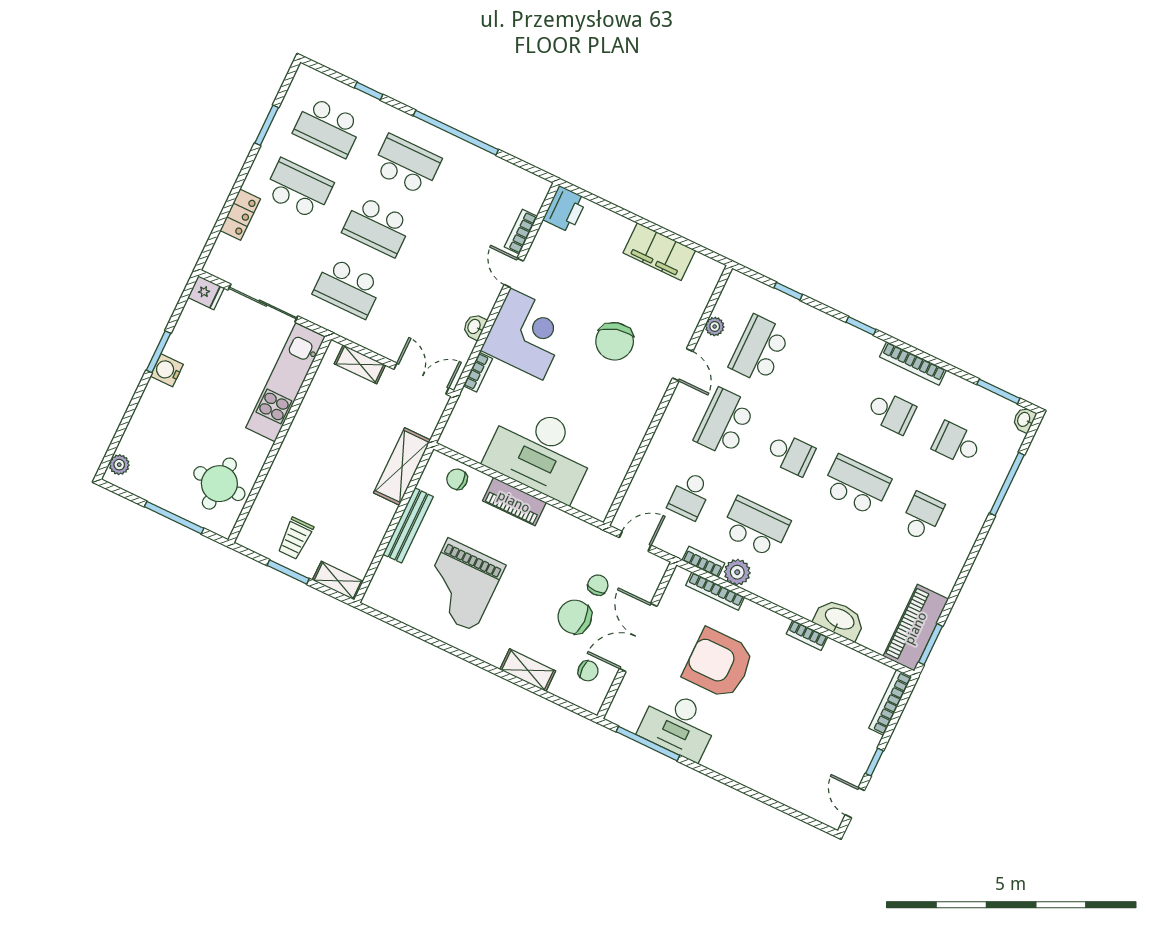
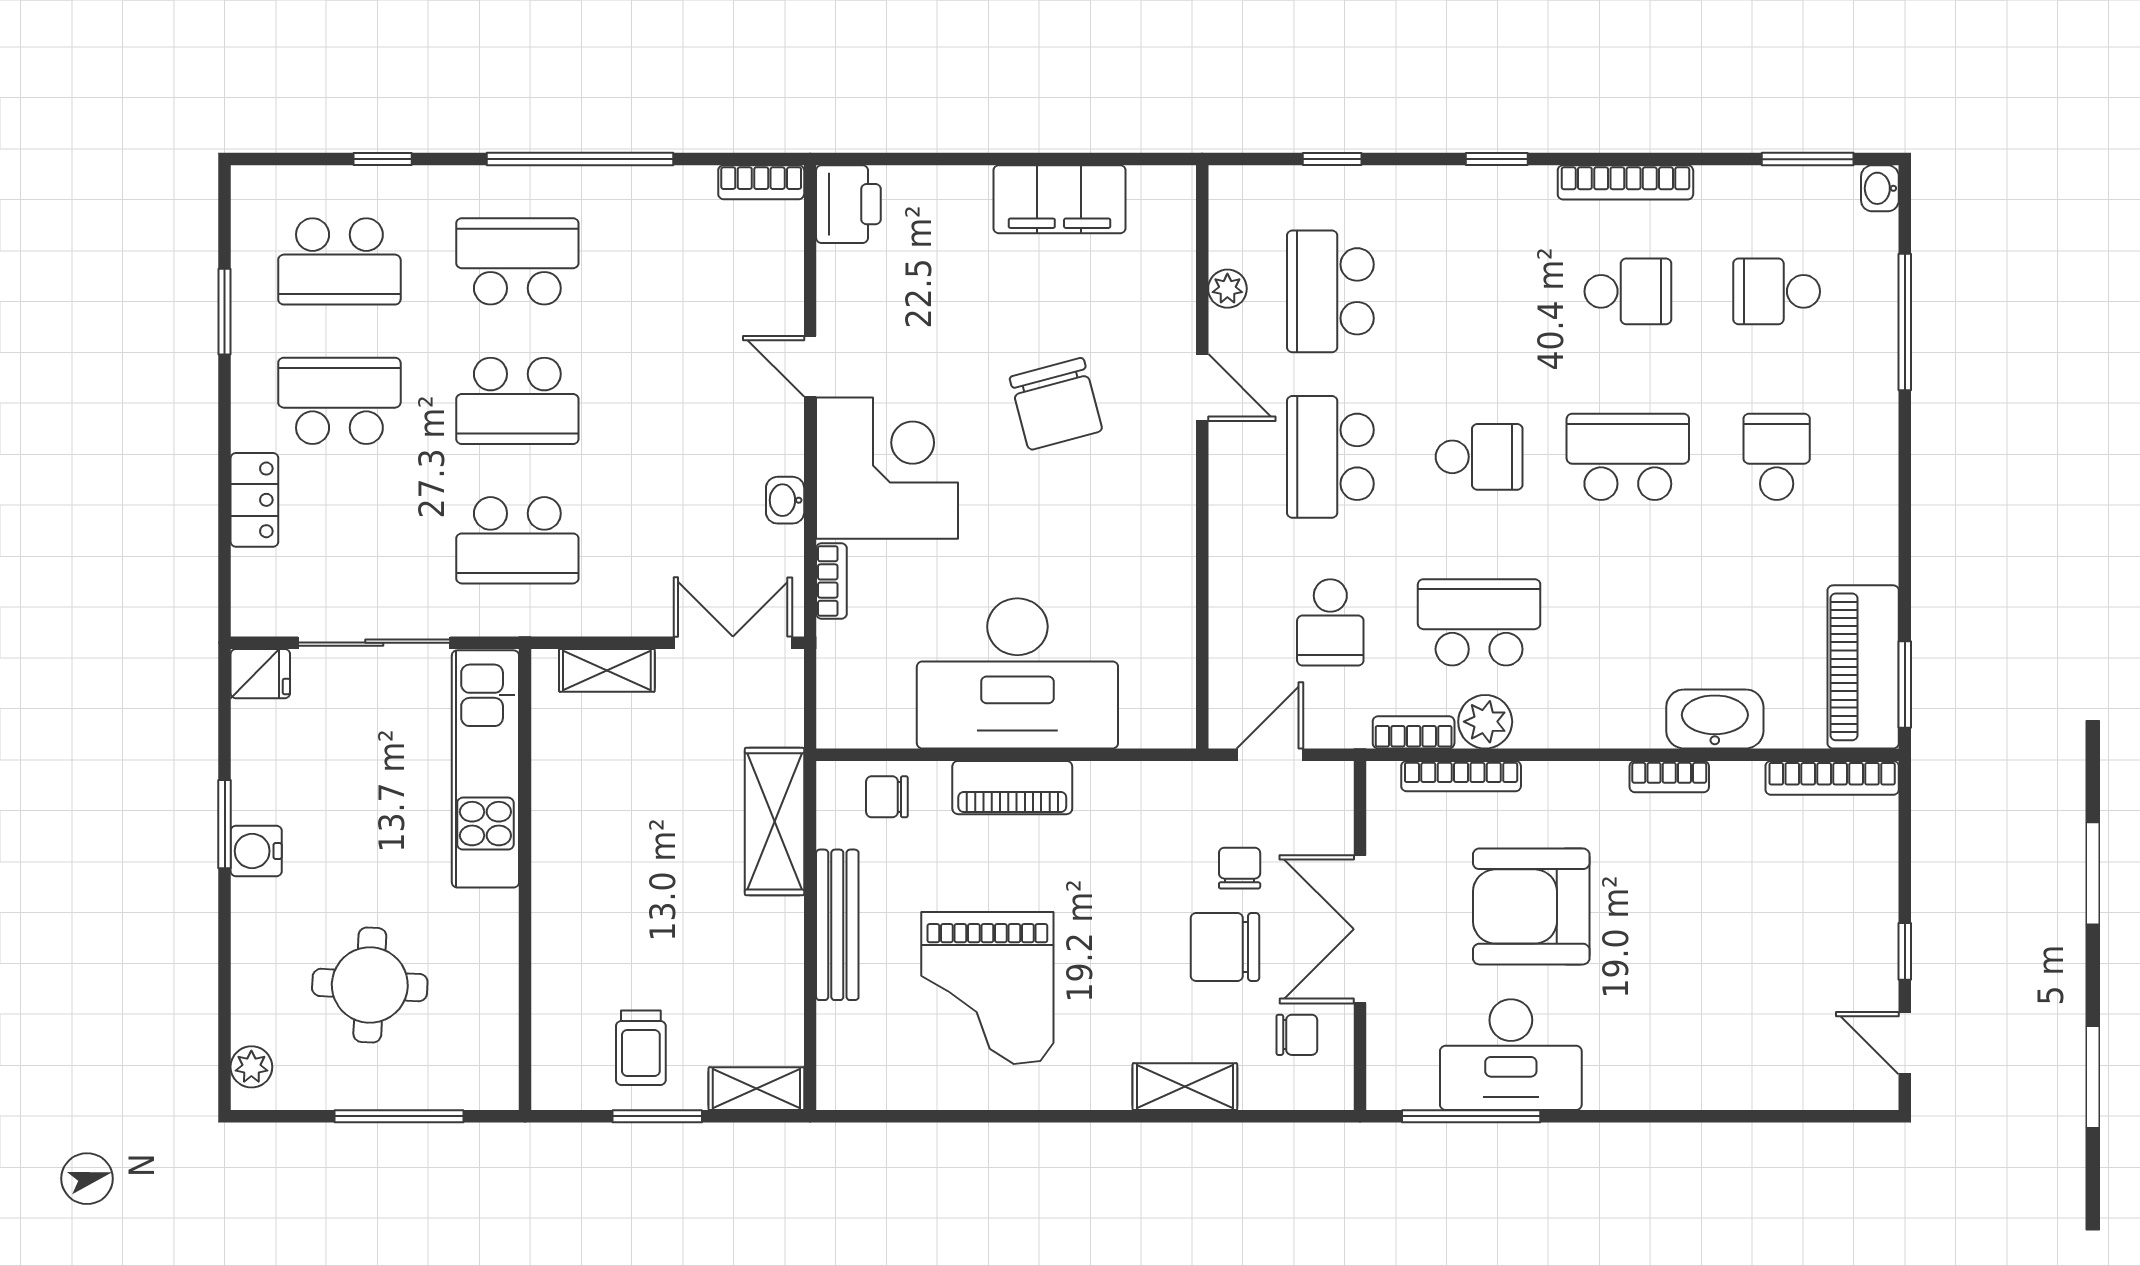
bookcase: (521, 232) -> (761, 182), moved, turned -90
round table: (219, 484) -> (370, 985), moved
bookcase: (890, 702) -> (1832, 778), moved, turned -90

